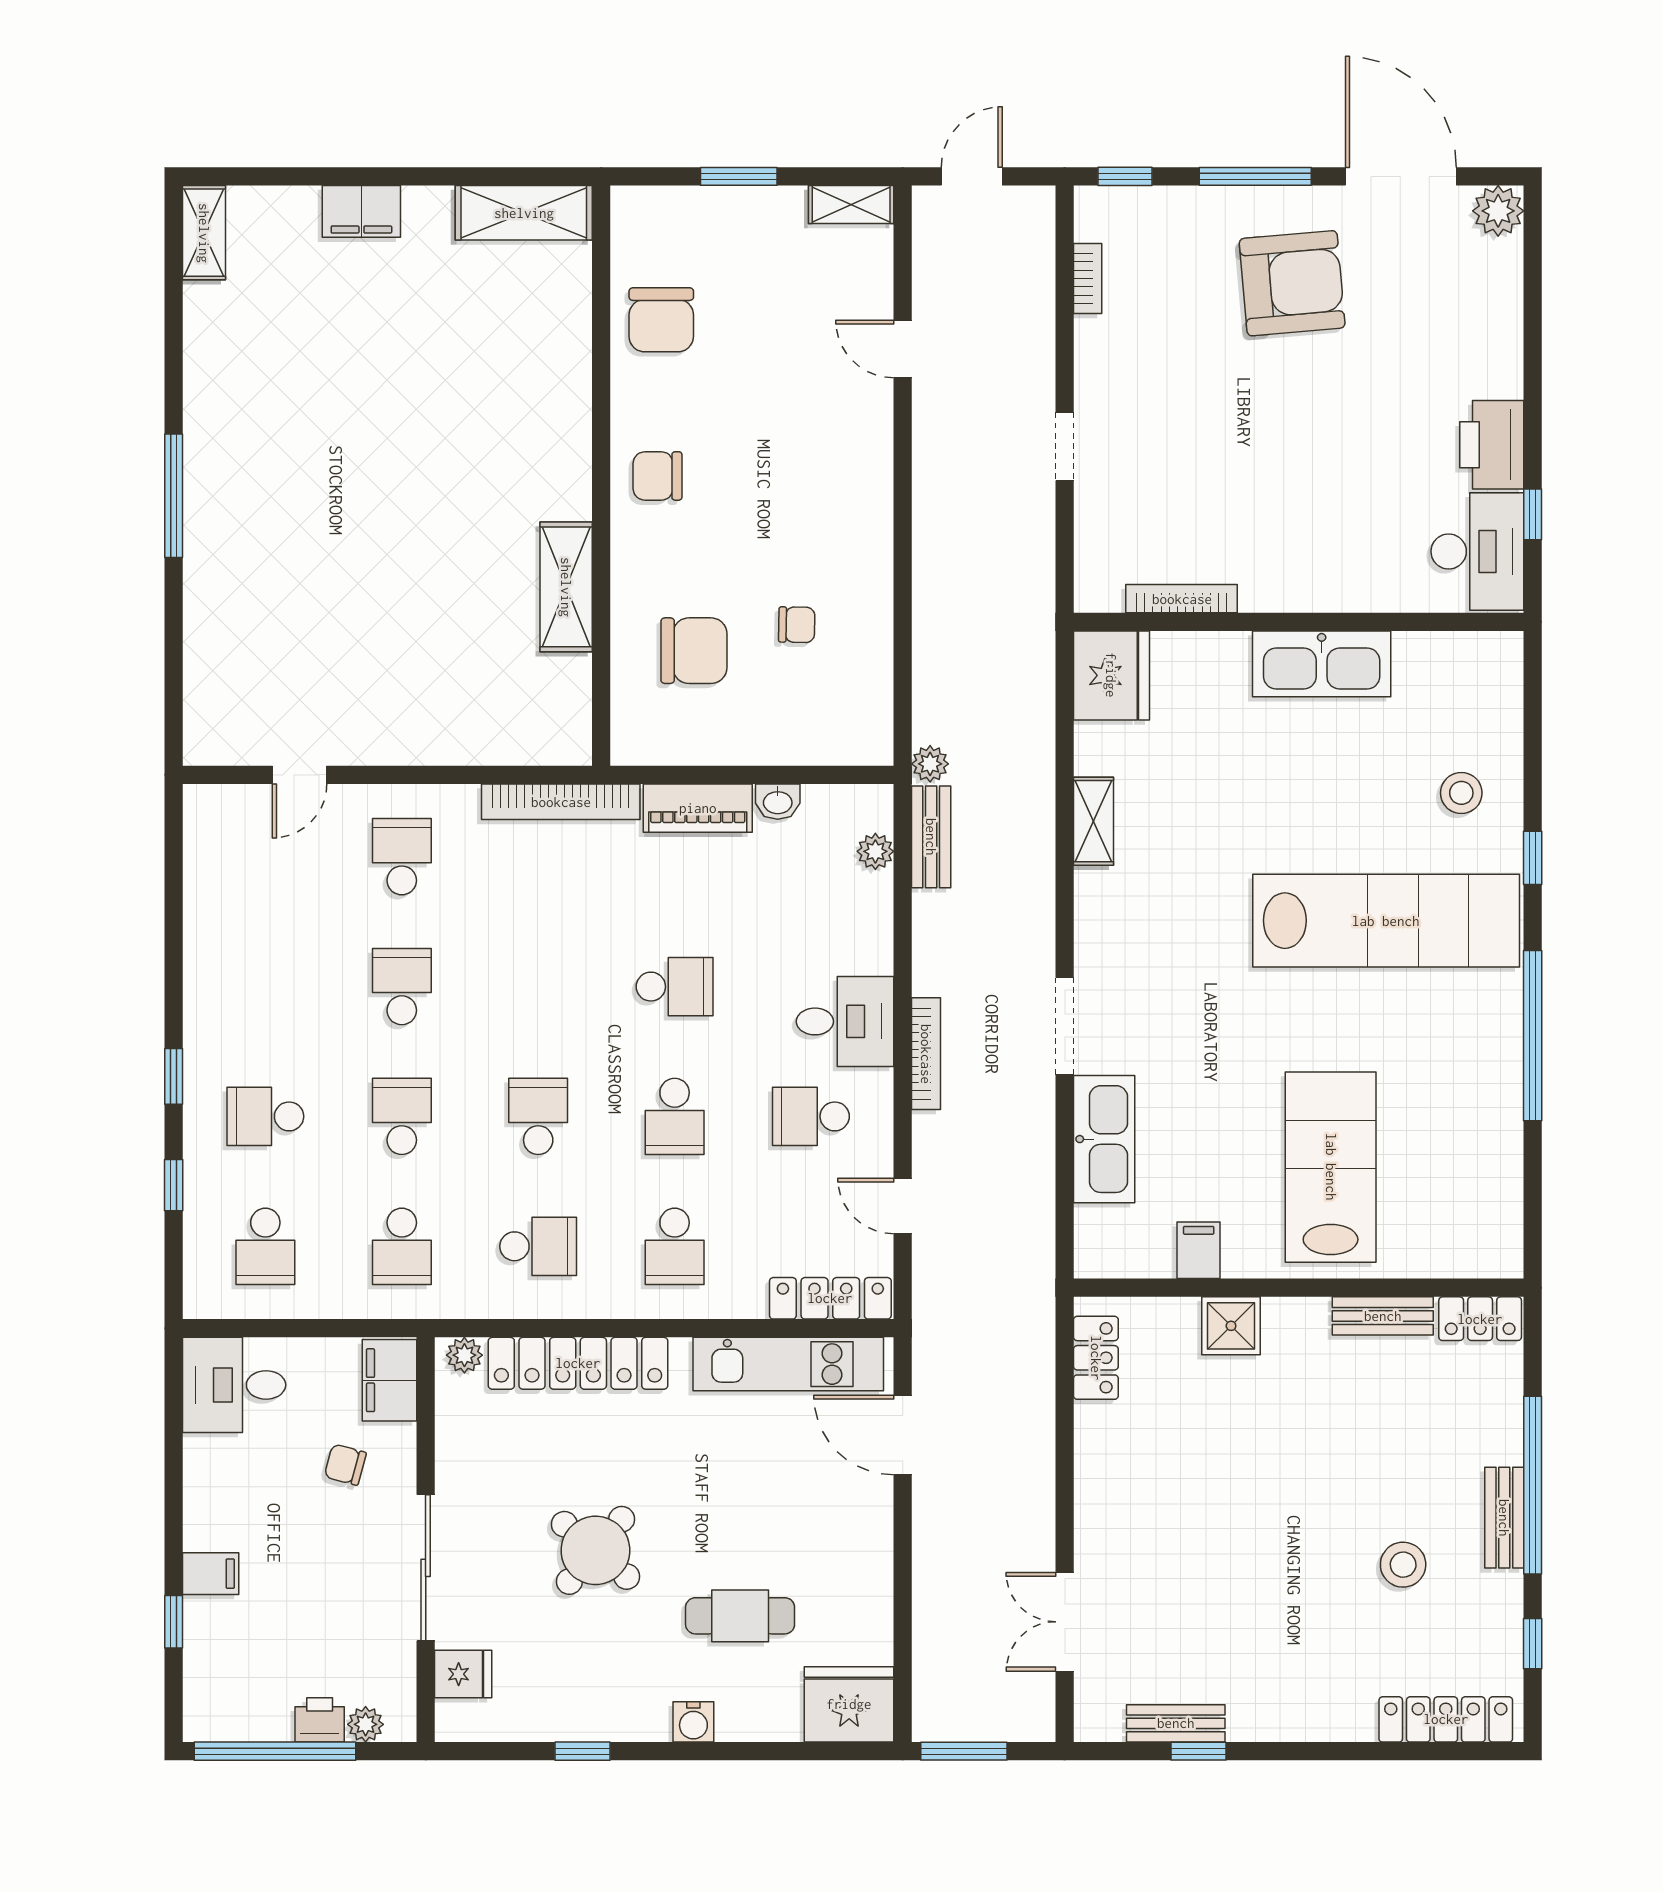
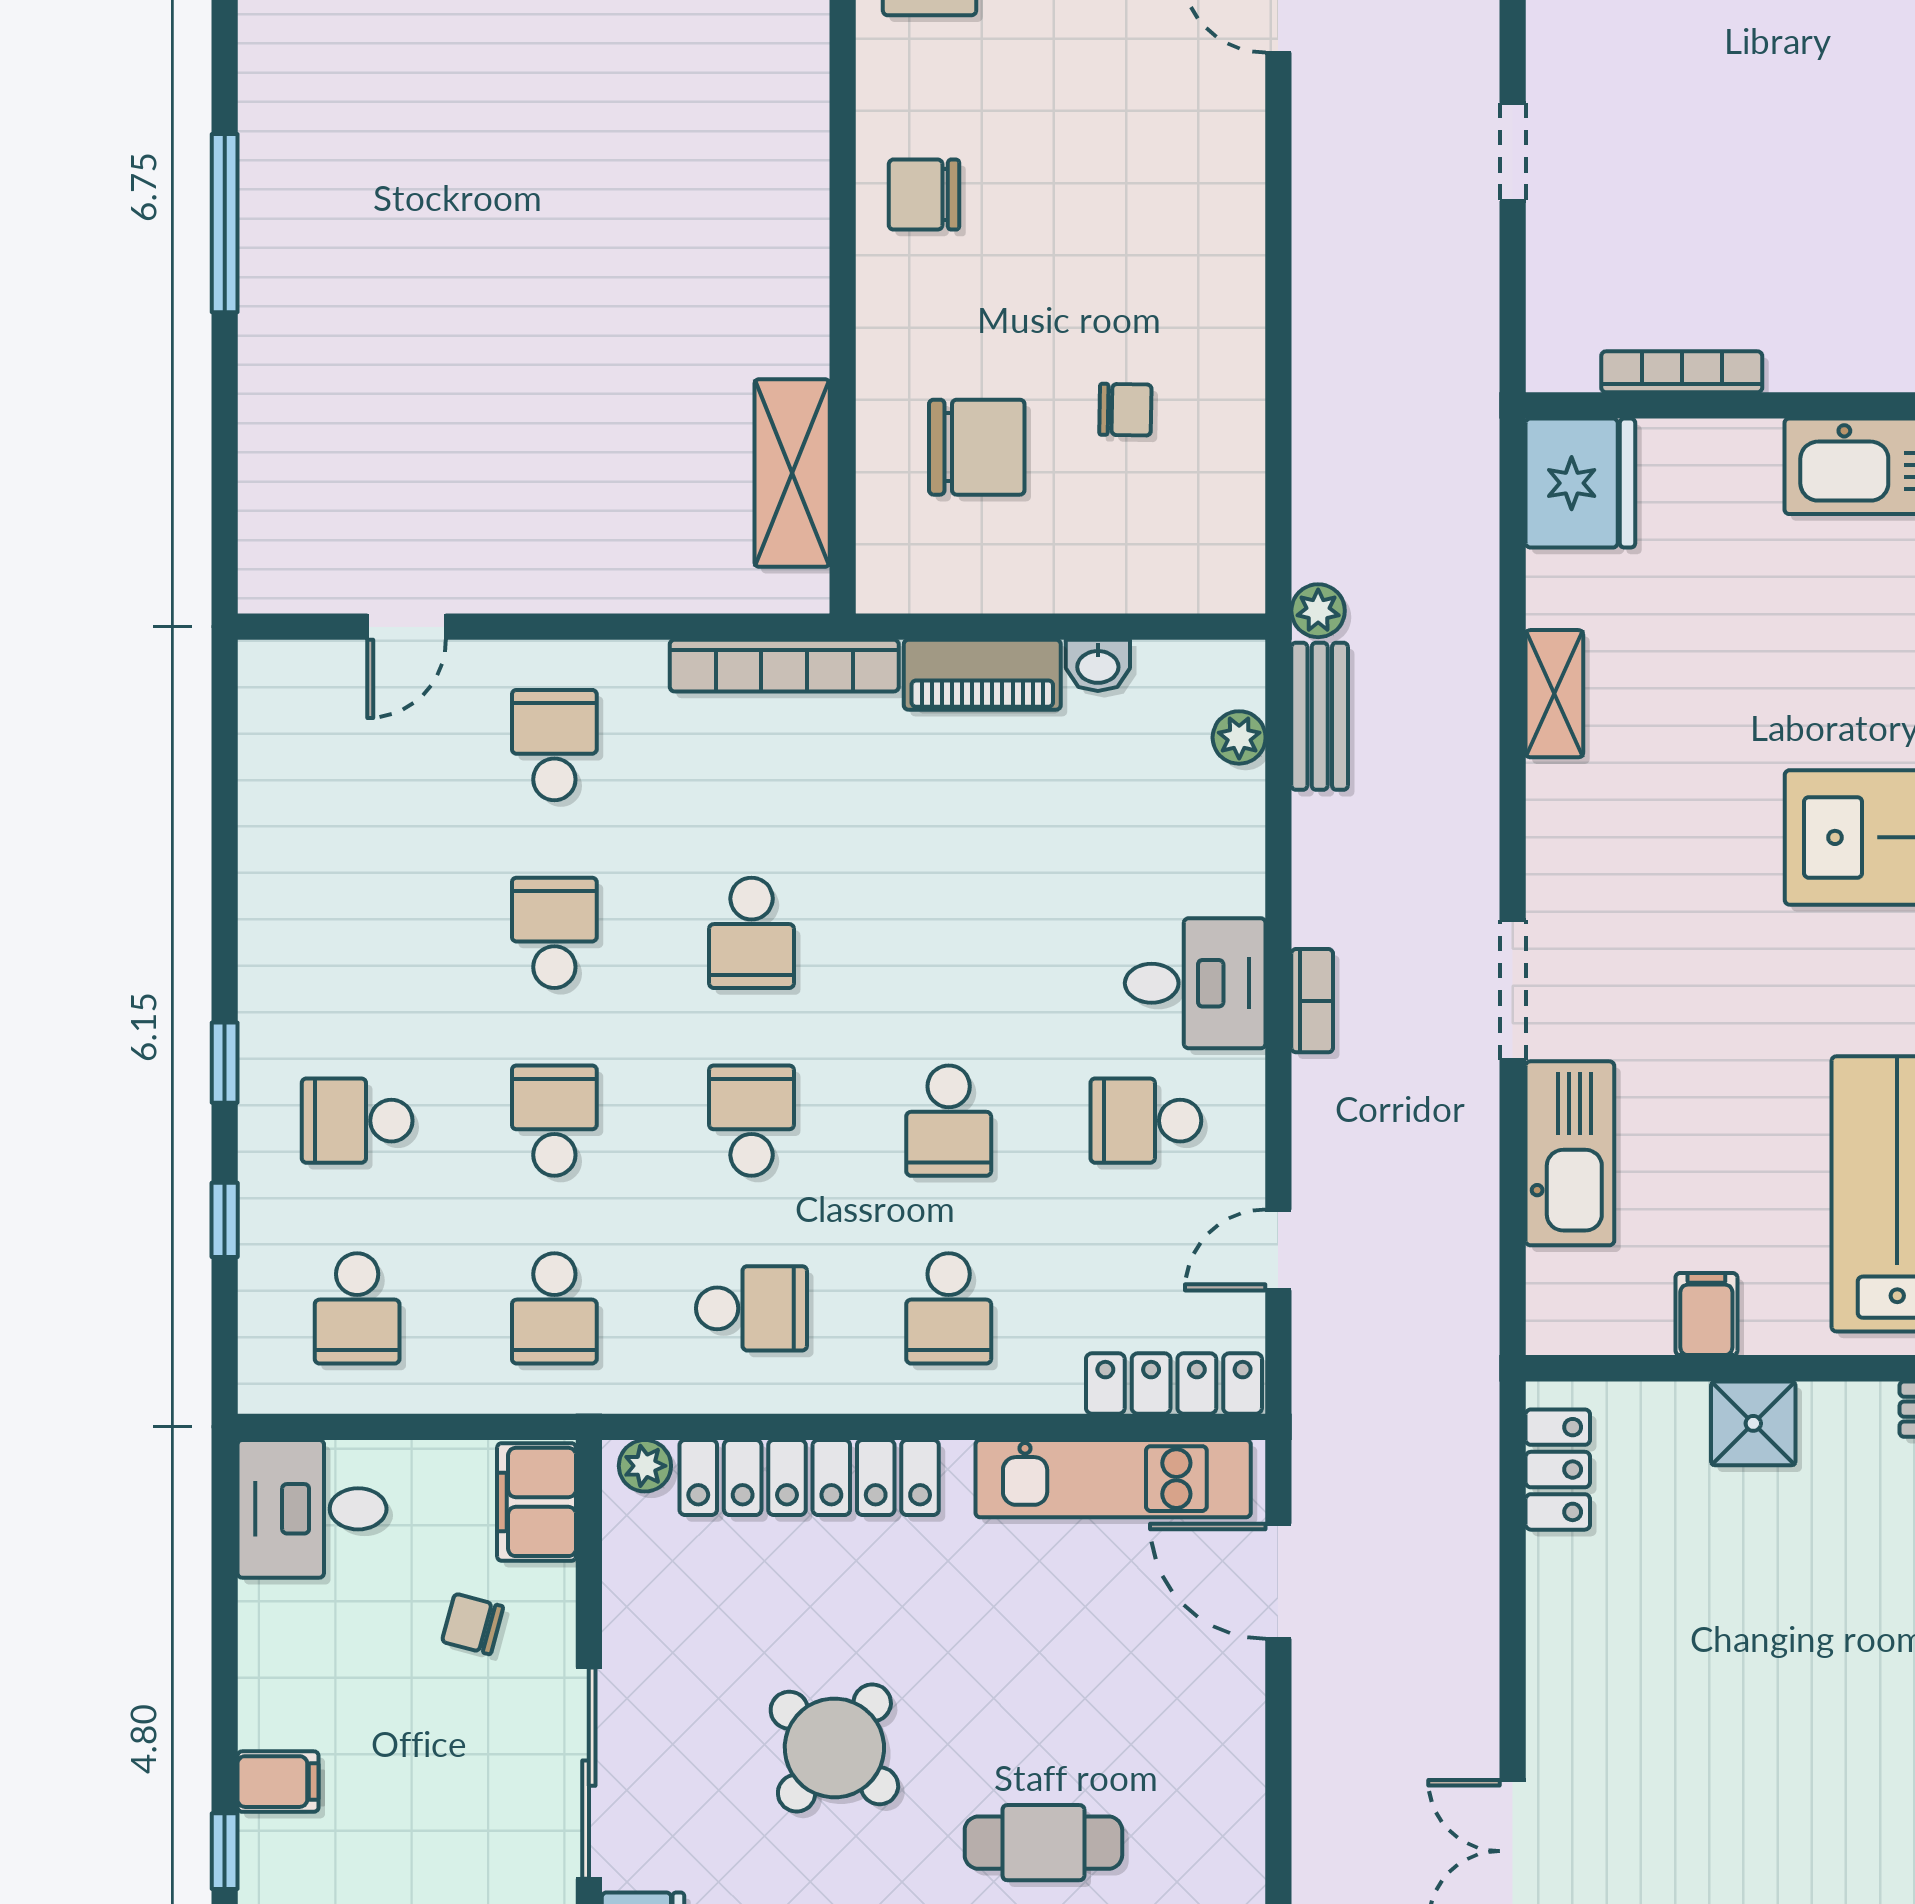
shelving: (566, 587) -> (792, 473), moved
school desk: (675, 987) -> (752, 933), moved, turned 90
bookcase: (926, 1054) -> (1312, 1001), width x0.64
door: (903, 1206) -> (1278, 1250), hinge flipped

